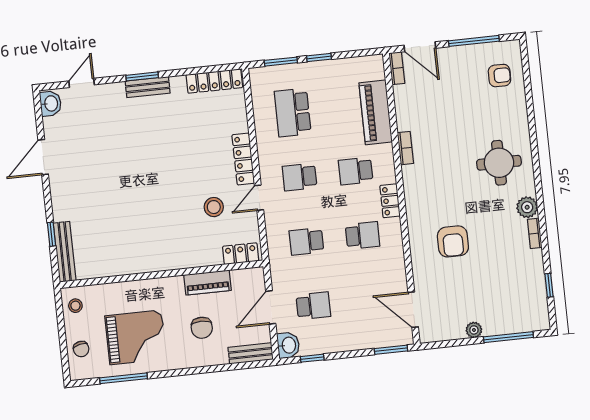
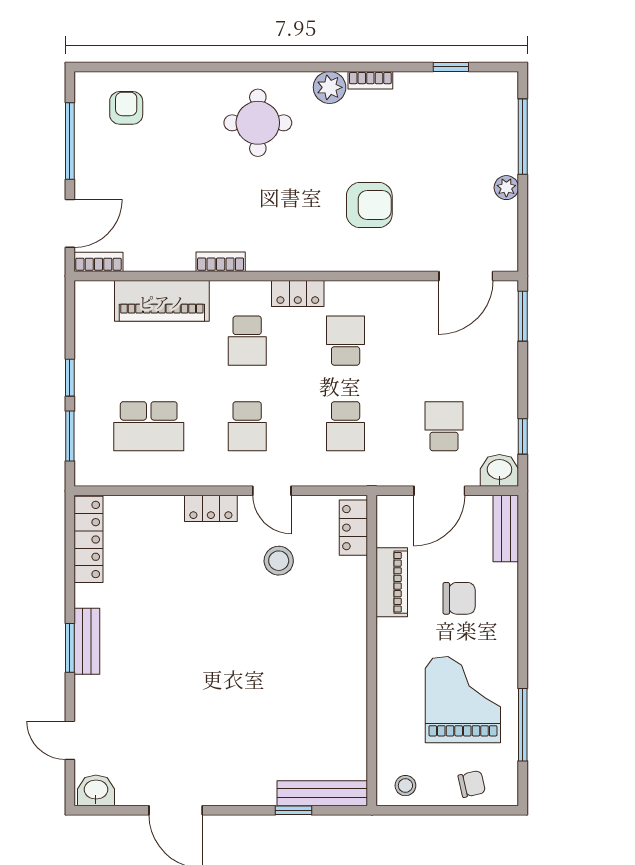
locker: (243, 159) -> (211, 508), width x0.66
door: (271, 307) -> (439, 491), hinge flipped

